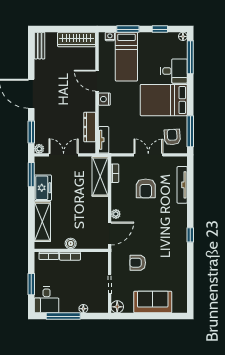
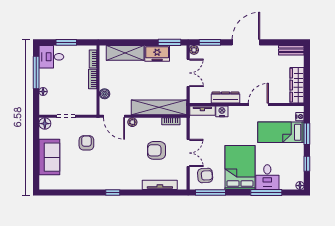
window: (190, 57) -> (266, 192), moved
nightstand: (104, 99) -> (222, 111), moved
dresser: (90, 127) -> (225, 97), moved
shelving: (100, 176) -> (159, 107), width x1.47
boiler: (71, 243) -> (105, 94), moved

